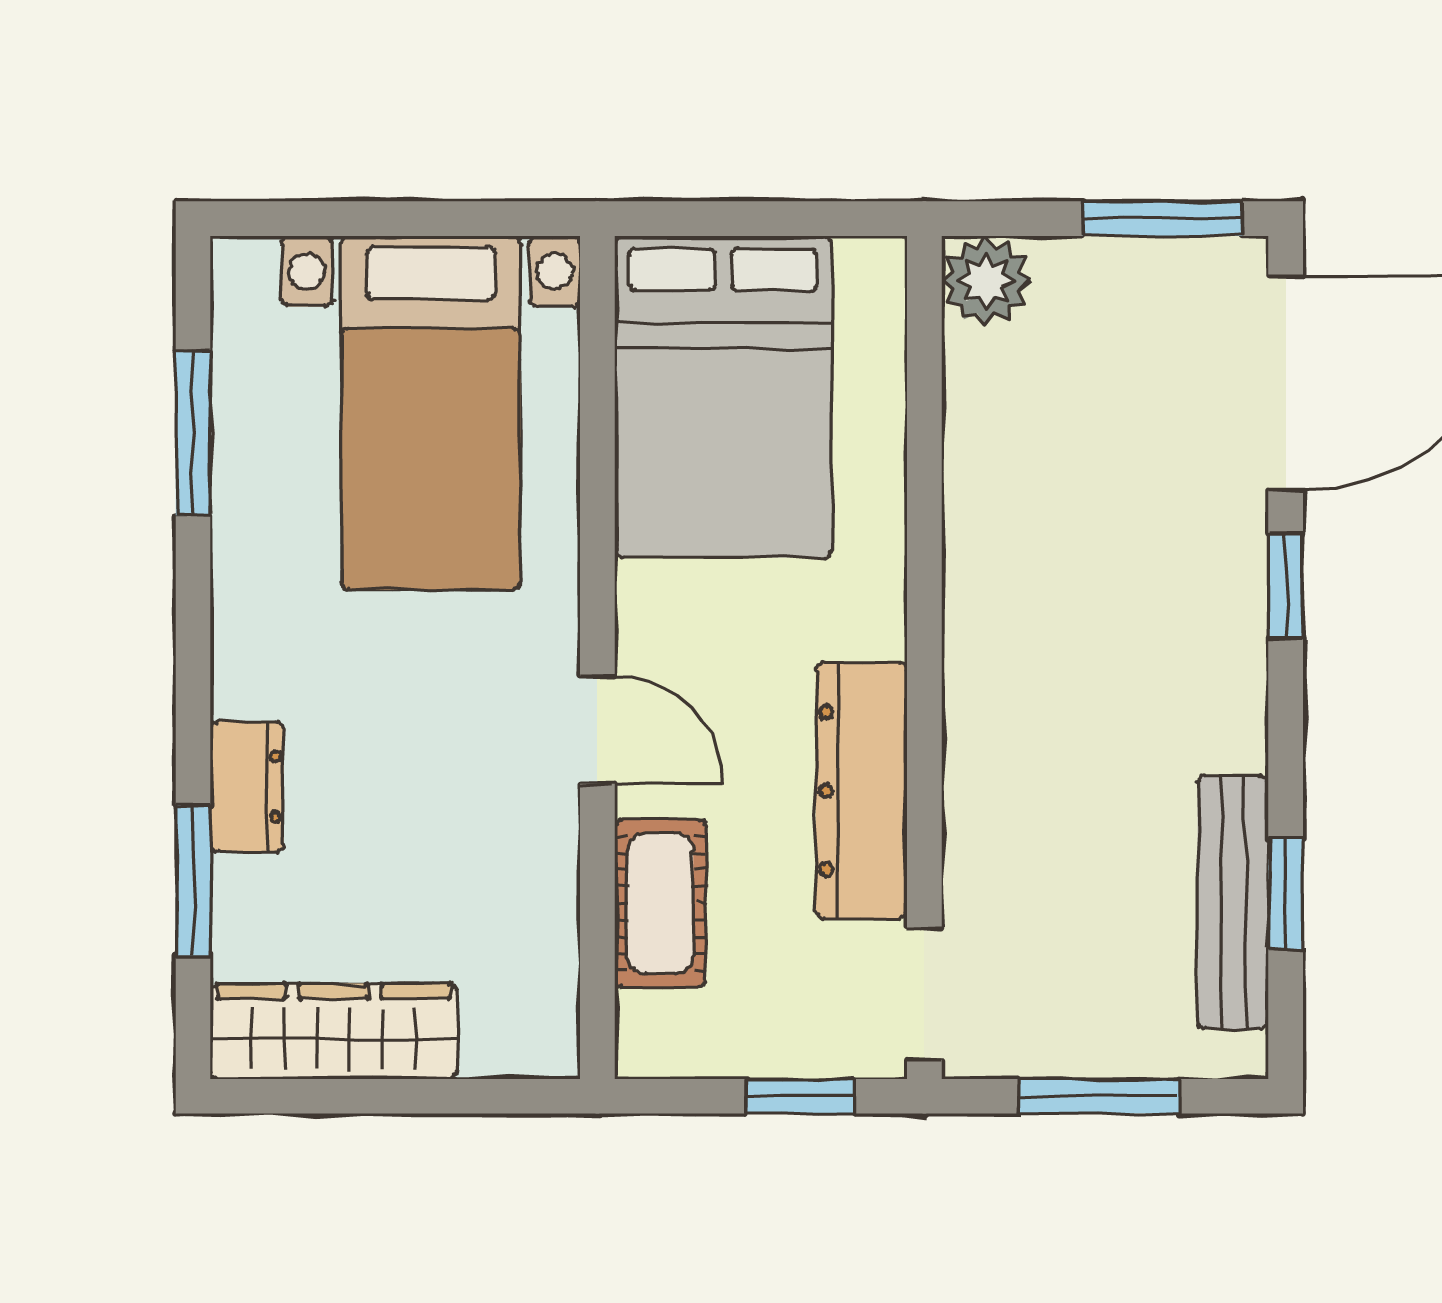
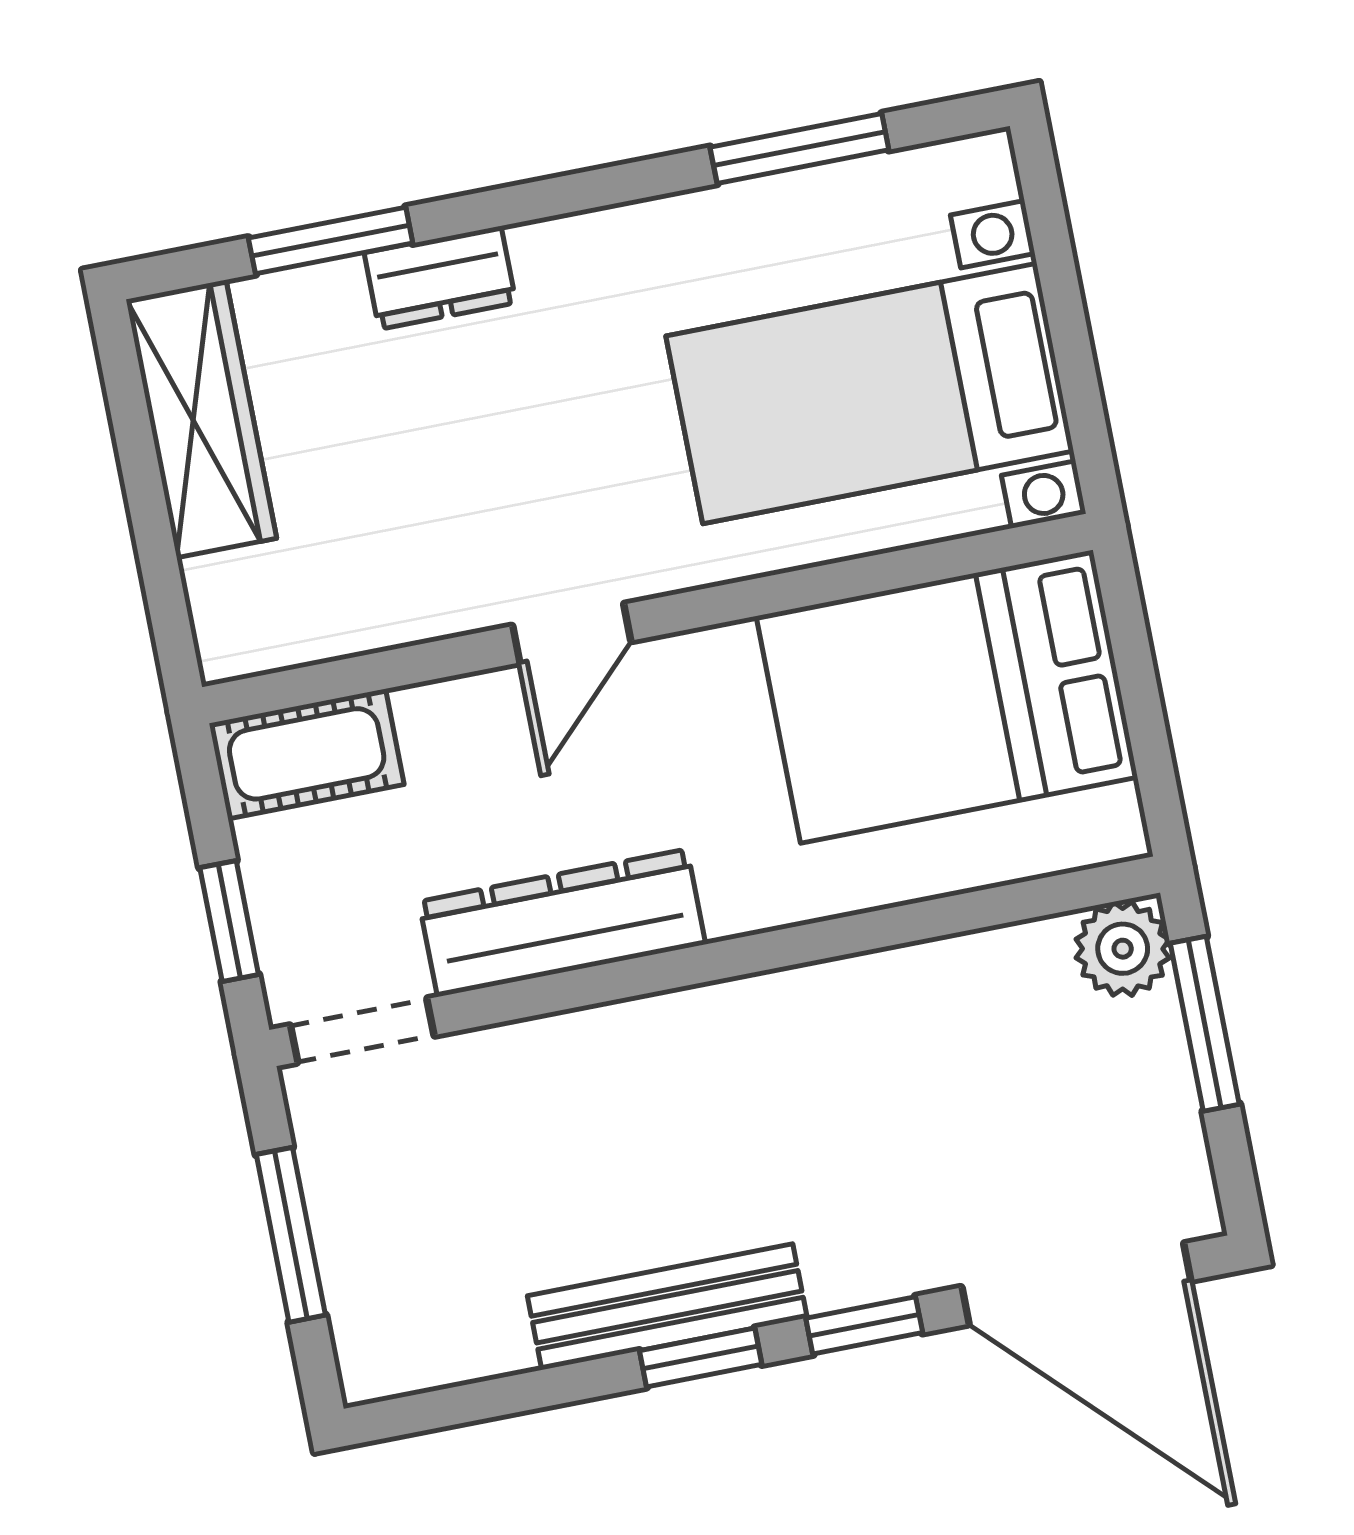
window: (1162, 219) -> (1205, 1024), moved
window: (1286, 894) -> (701, 1357), moved
bench: (1233, 902) -> (667, 1307), moved
cot: (660, 903) -> (307, 754), moved

